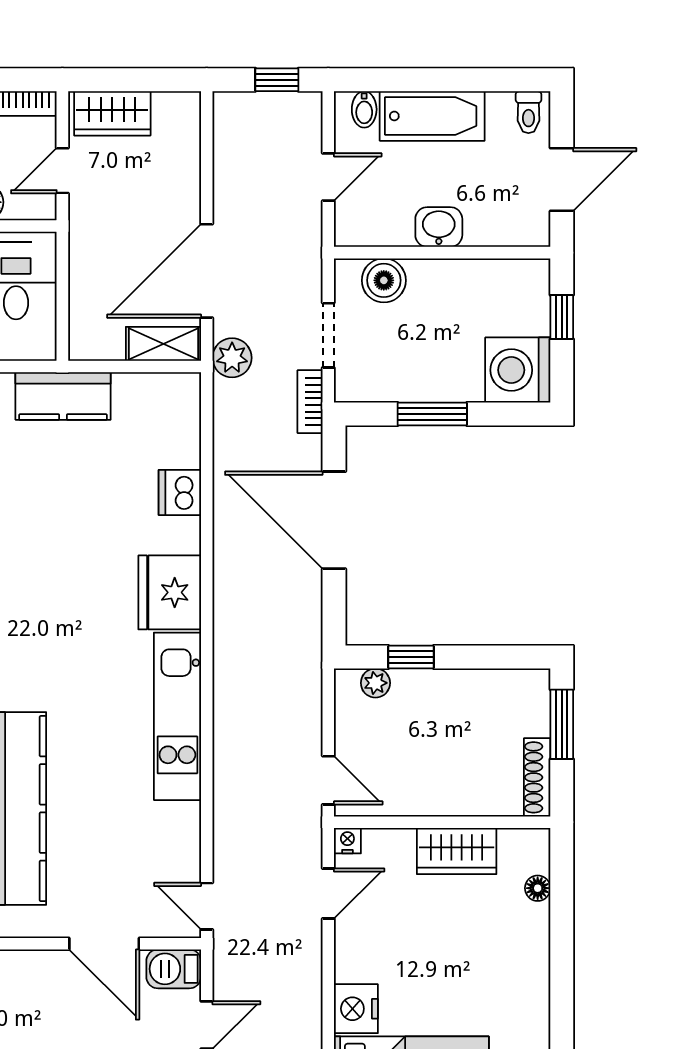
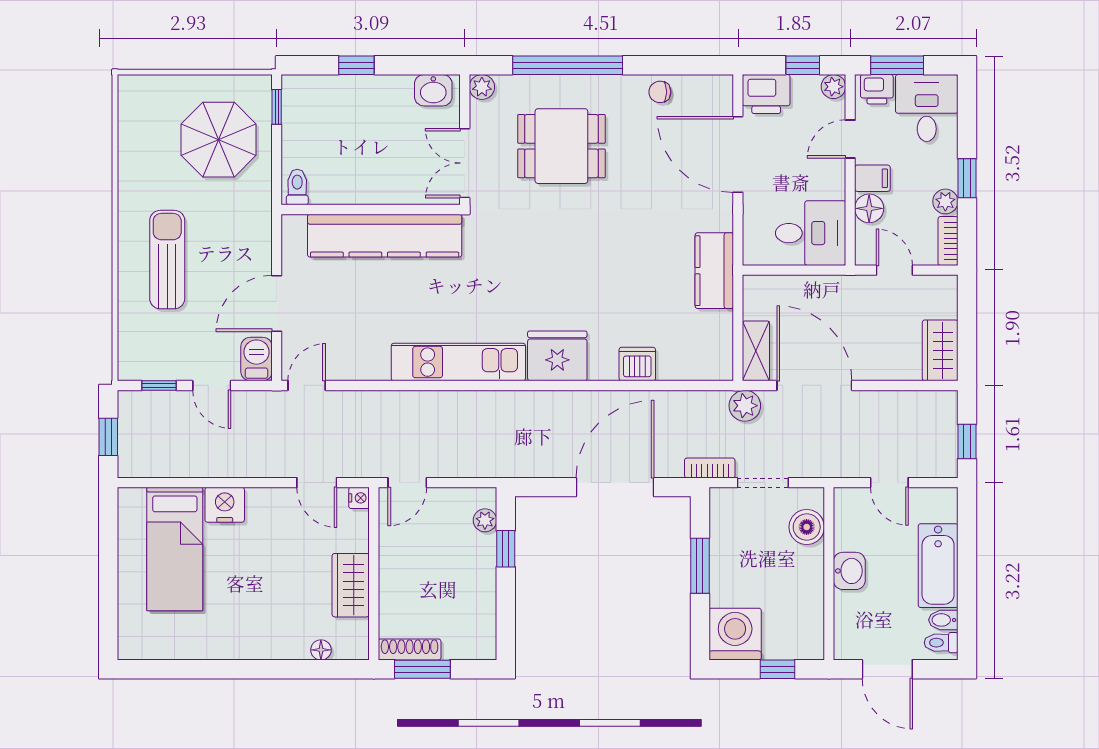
bidet: (364, 109) -> (943, 620), moved
wardrobe: (112, 113) -> (940, 350), moved
window: (562, 724) -> (422, 669), moved

